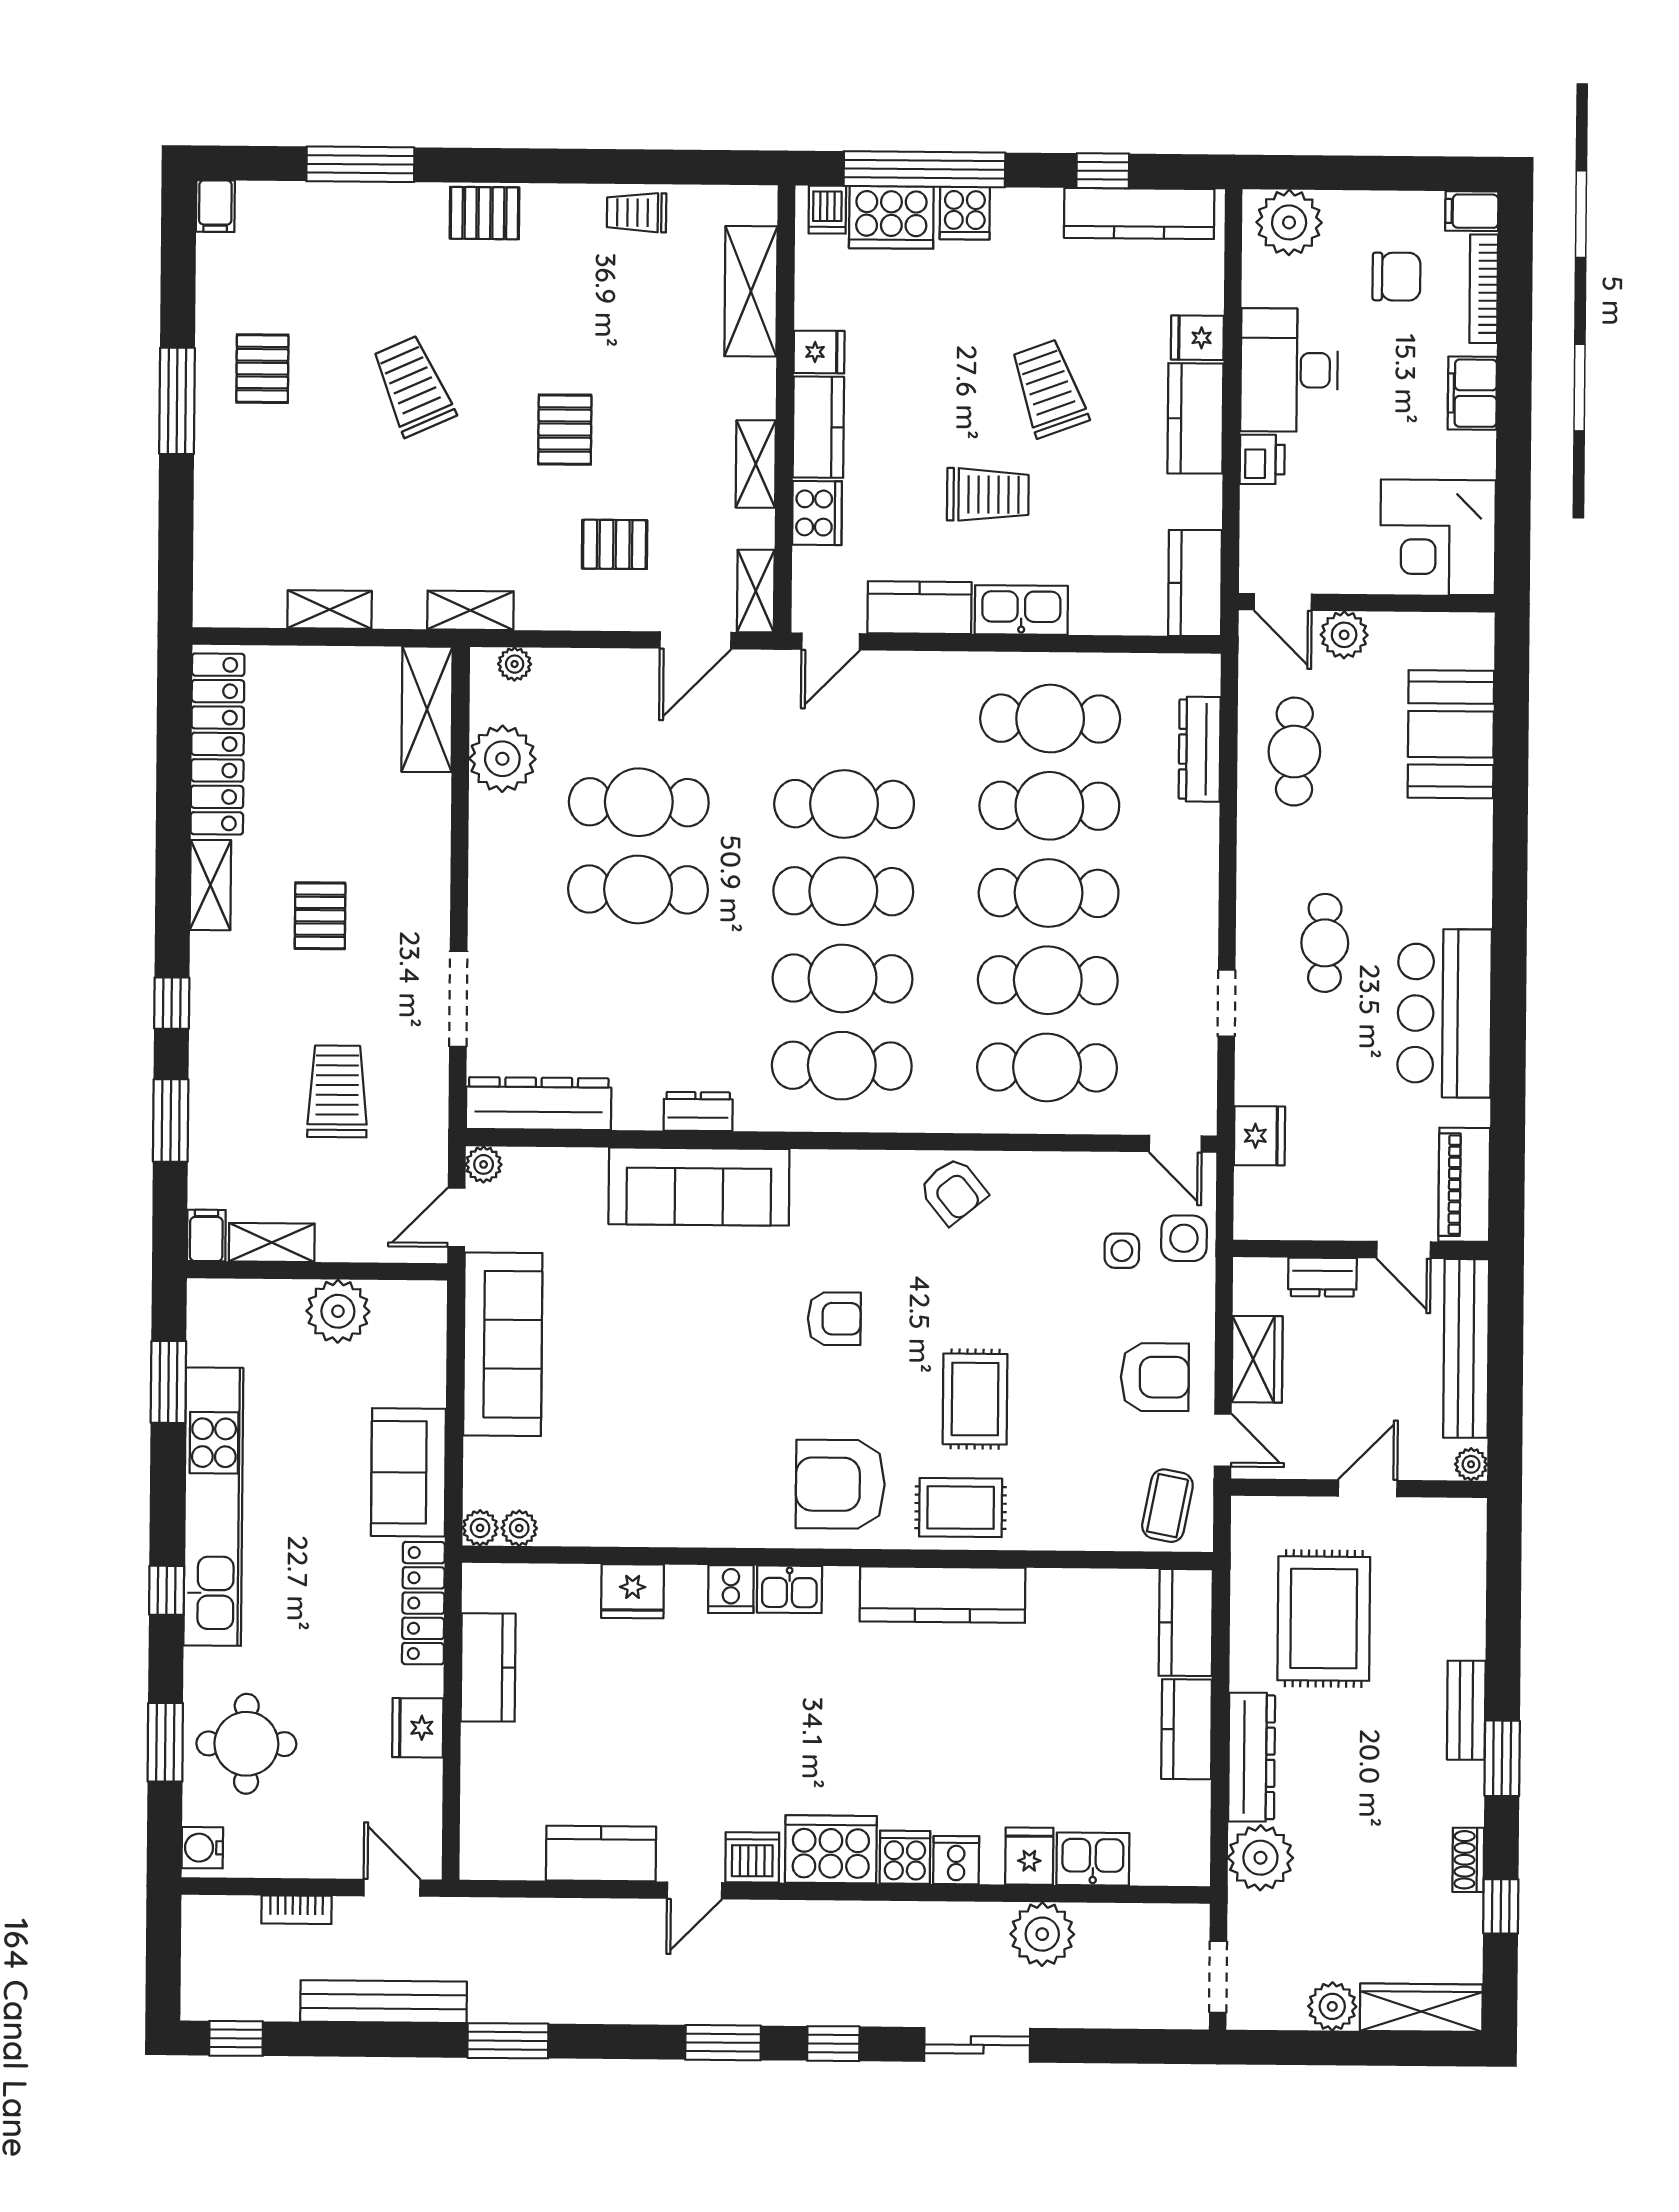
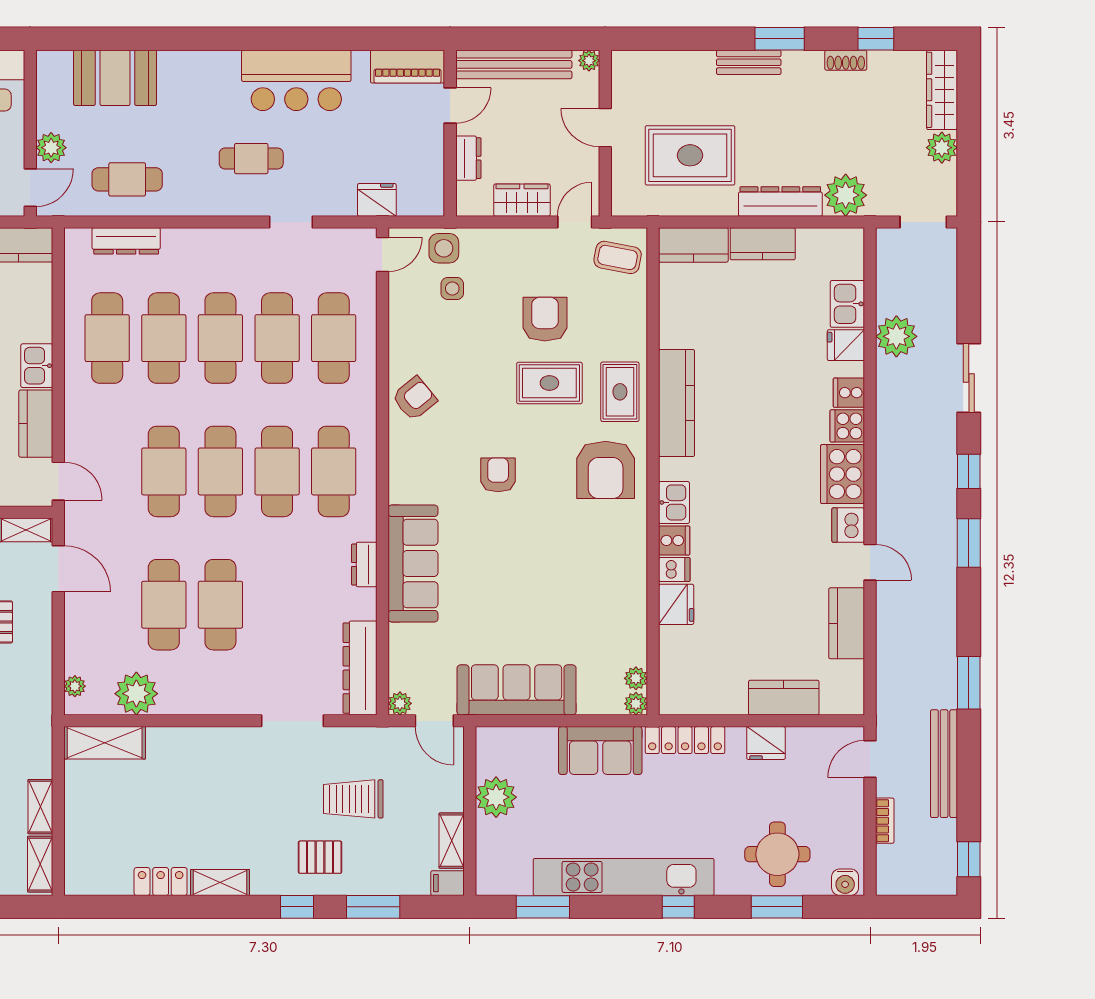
shelving: (470, 610) -> (40, 864), moved
kitchen sink: (1021, 610) -> (37, 366), width x0.73
locker: (218, 744) -> (161, 882), width x0.46, depth x0.83
pallet: (320, 916) -> (320, 857), moved
armchair: (1155, 1377) -> (545, 319), moved
dishwasher: (686, 1589) -> (674, 570), added
kitchen counter: (488, 1667) -> (784, 698), moved

